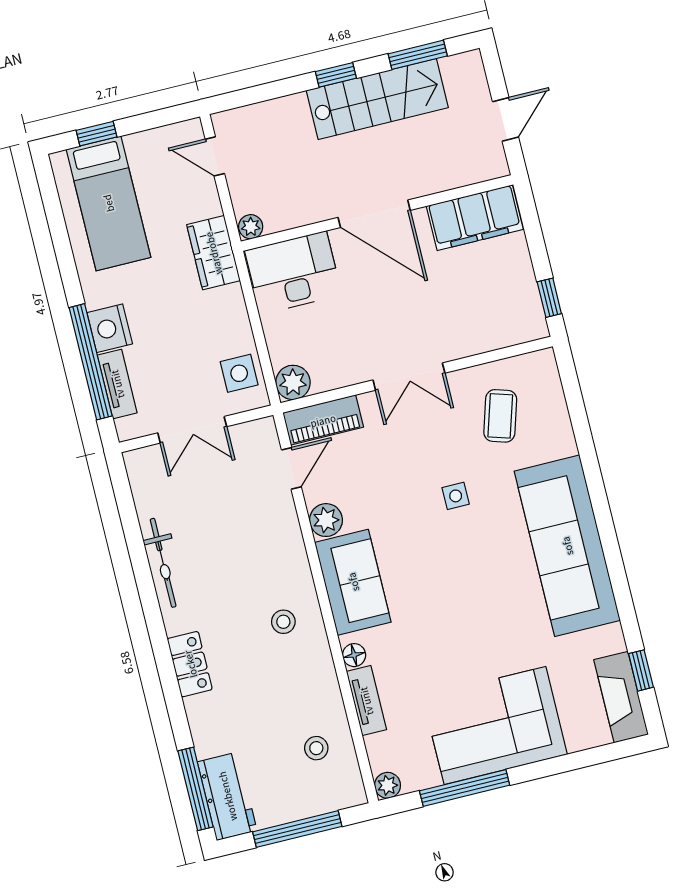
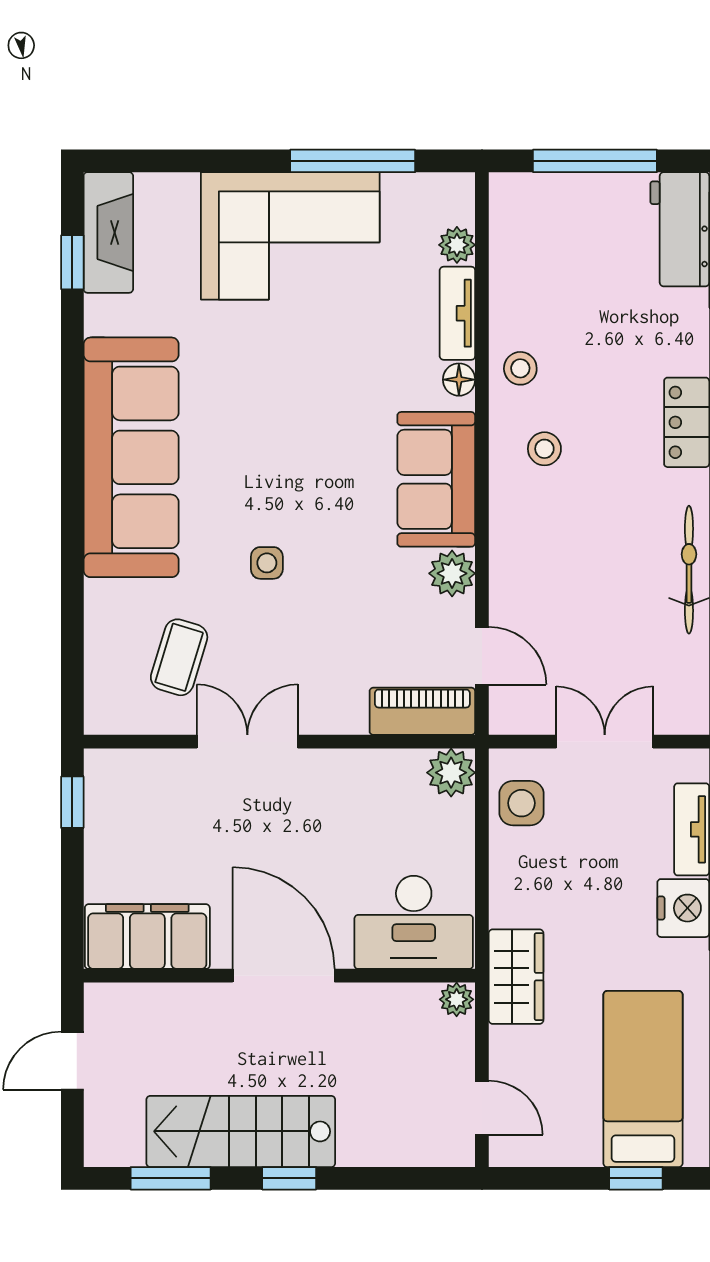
double door: (409, 377) -> (247, 742), moved
door: (291, 468) -> (482, 656), swing flipped
stool: (316, 748) -> (520, 368), moved
plant: (388, 785) -> (457, 245), moved

